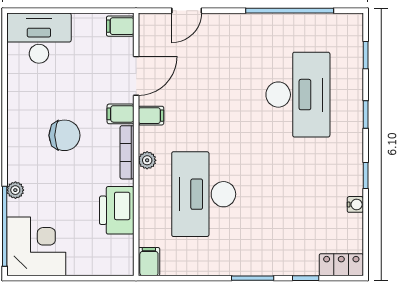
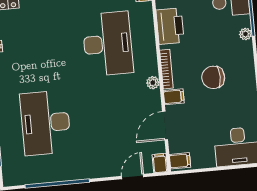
filing cabinet: (151, 116) -> (160, 163), moved, turned 90
plant: (147, 160) -> (153, 83), moved

